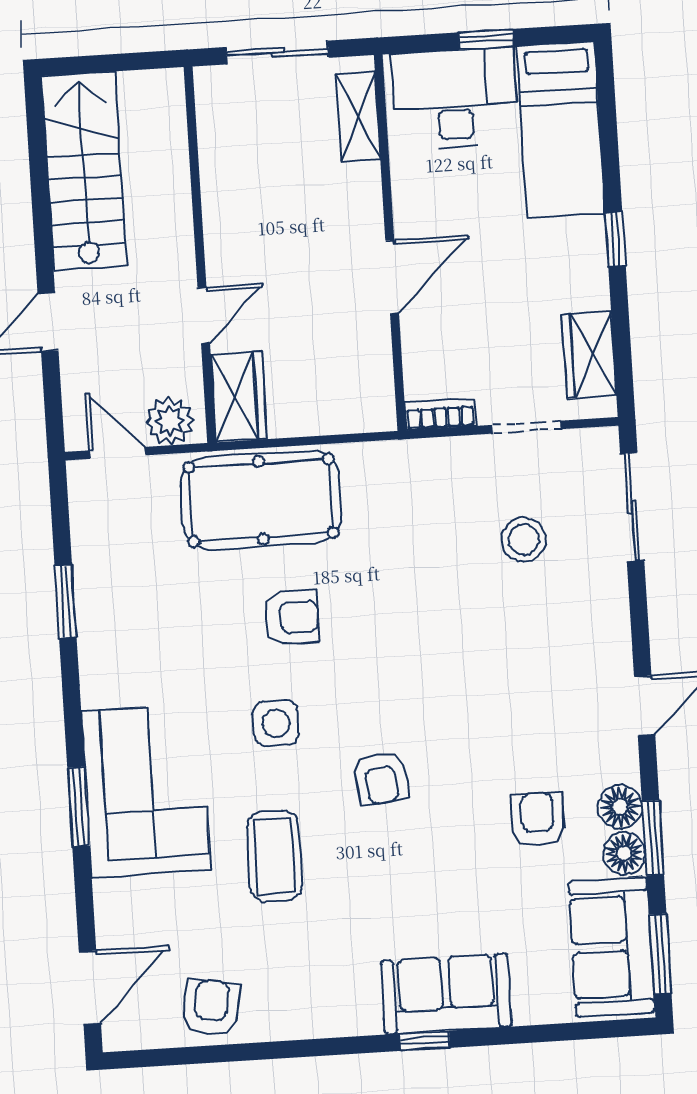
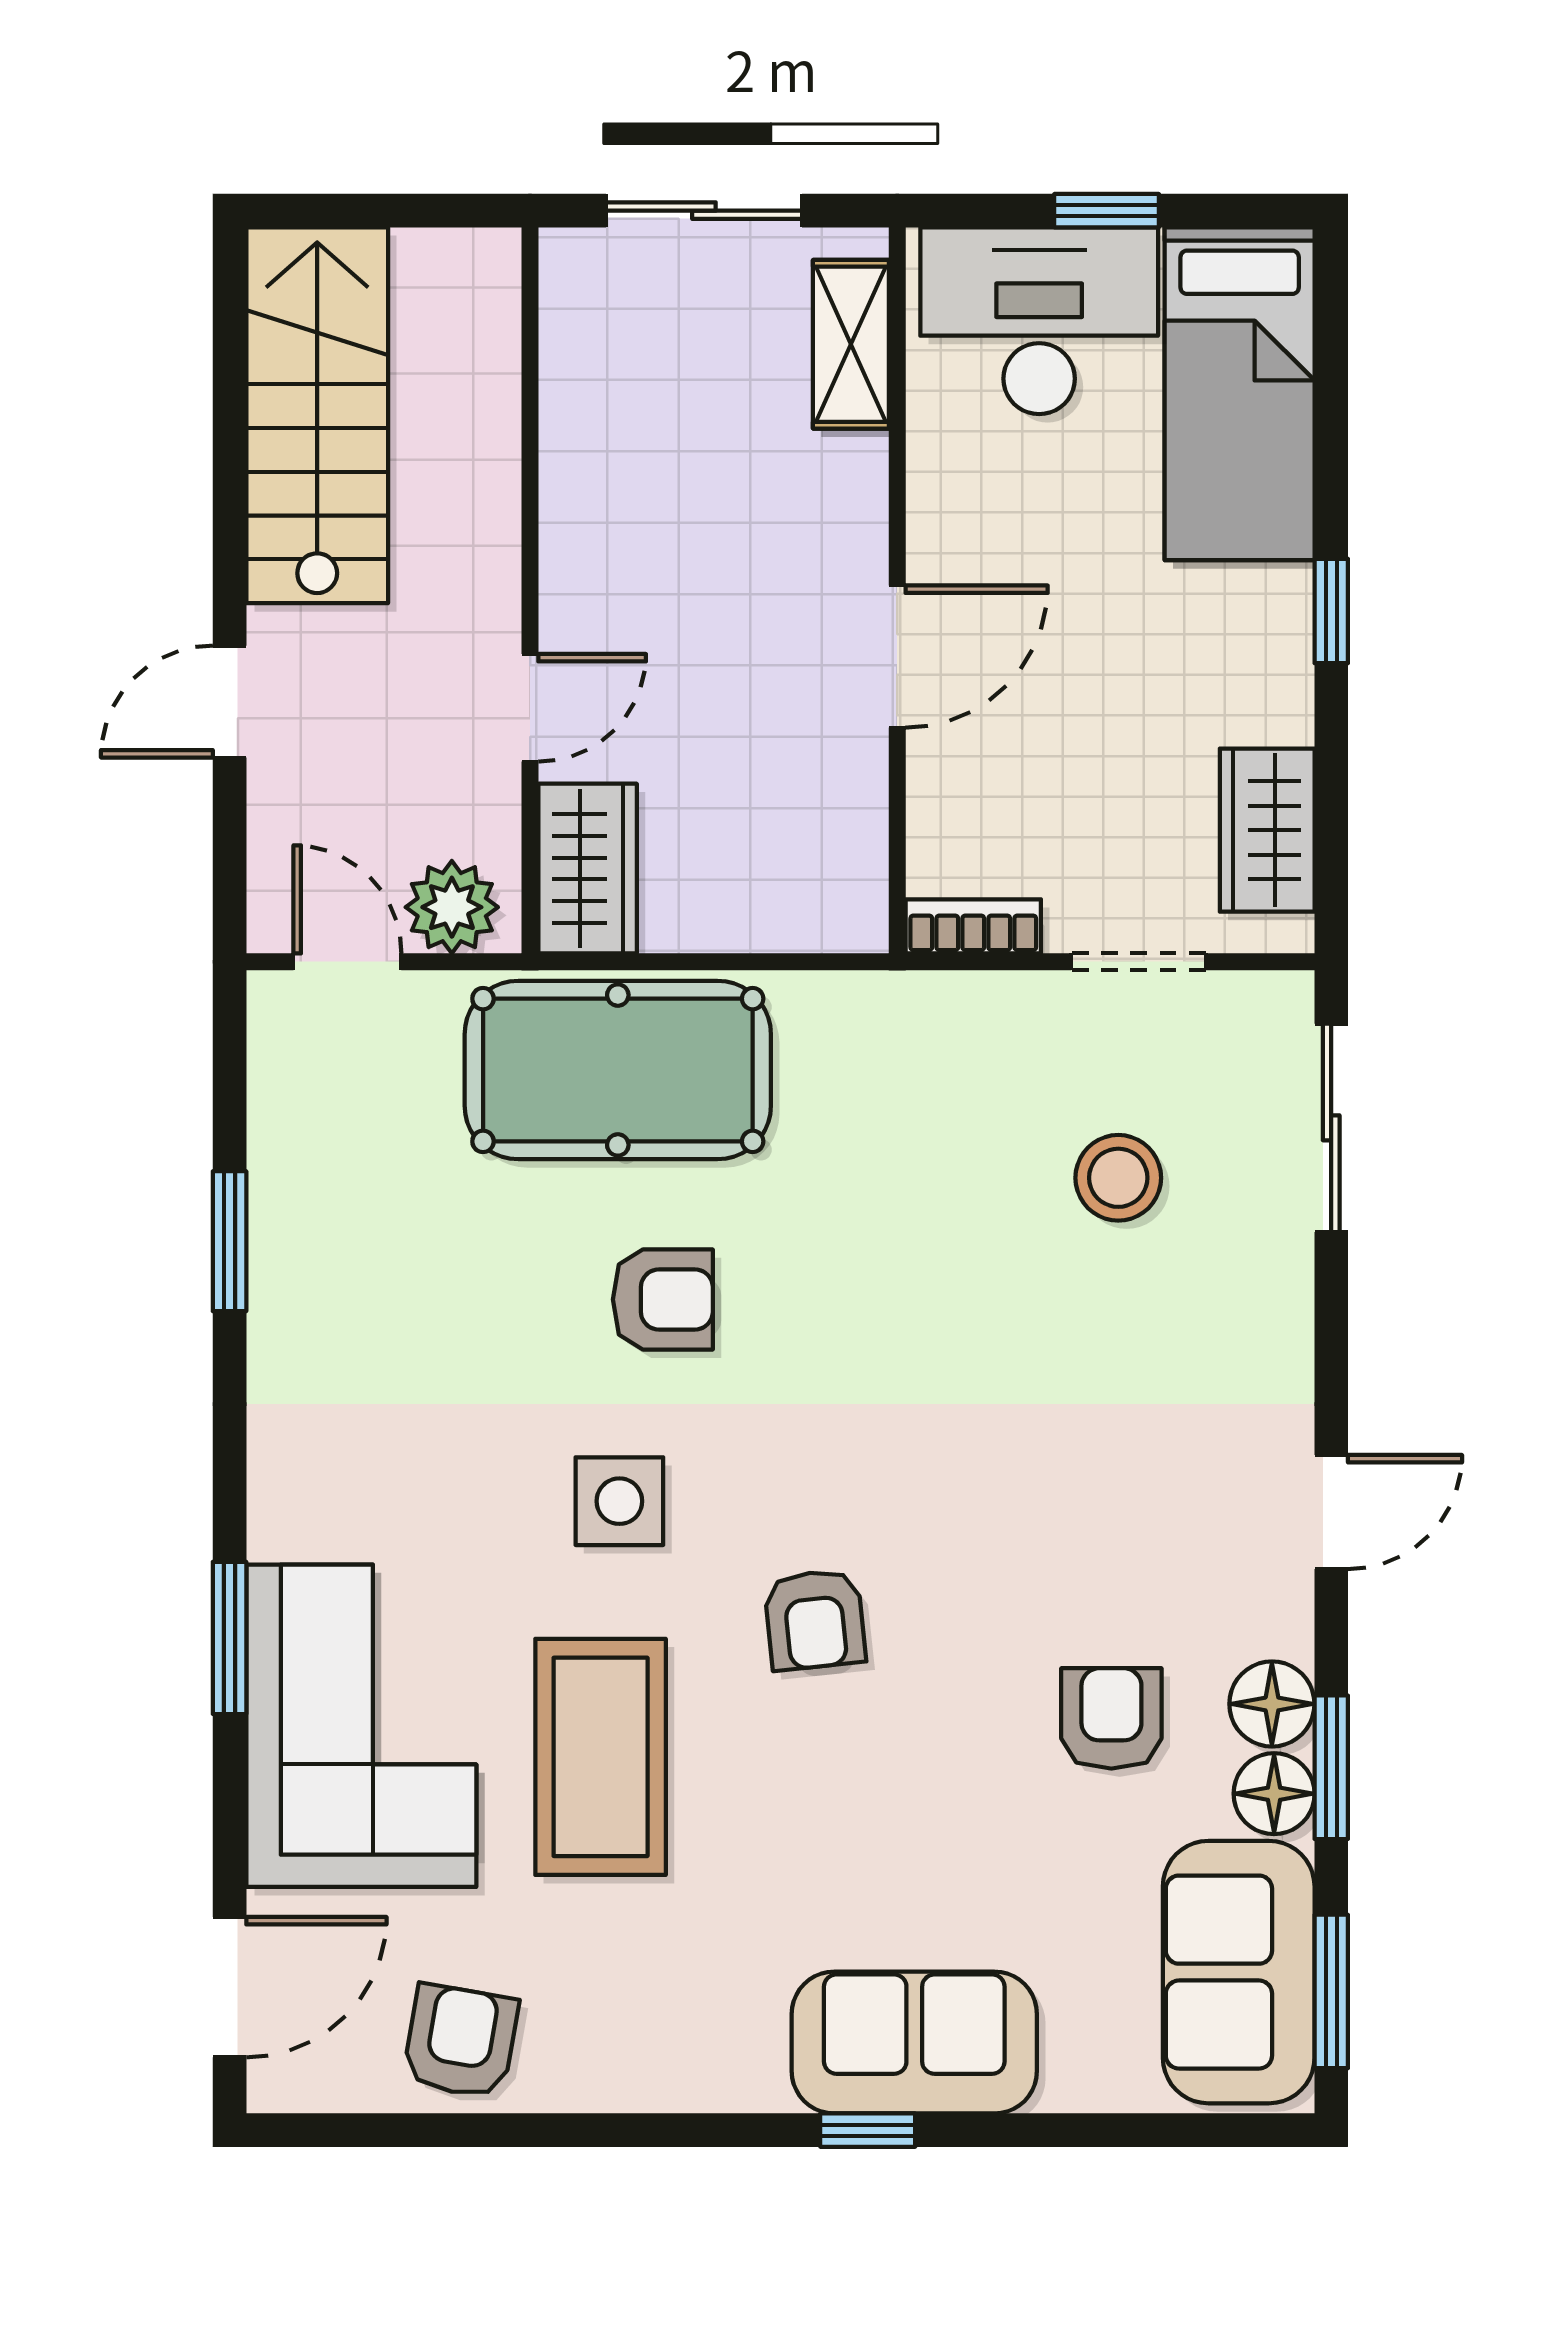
corner sofa: (146, 791) -> (361, 1726), moved
coffee table: (274, 856) -> (601, 1757), width x1.36, depth x1.32

